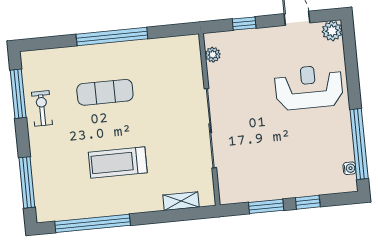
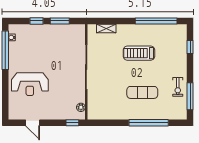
window: (244, 24) -> (72, 123), moved
plant: (332, 31) -> (14, 114), removed
window: (112, 36) -> (149, 123), moved
treadmill: (118, 162) -> (139, 53), turned 180
window: (27, 182) -> (190, 47), width x0.46

